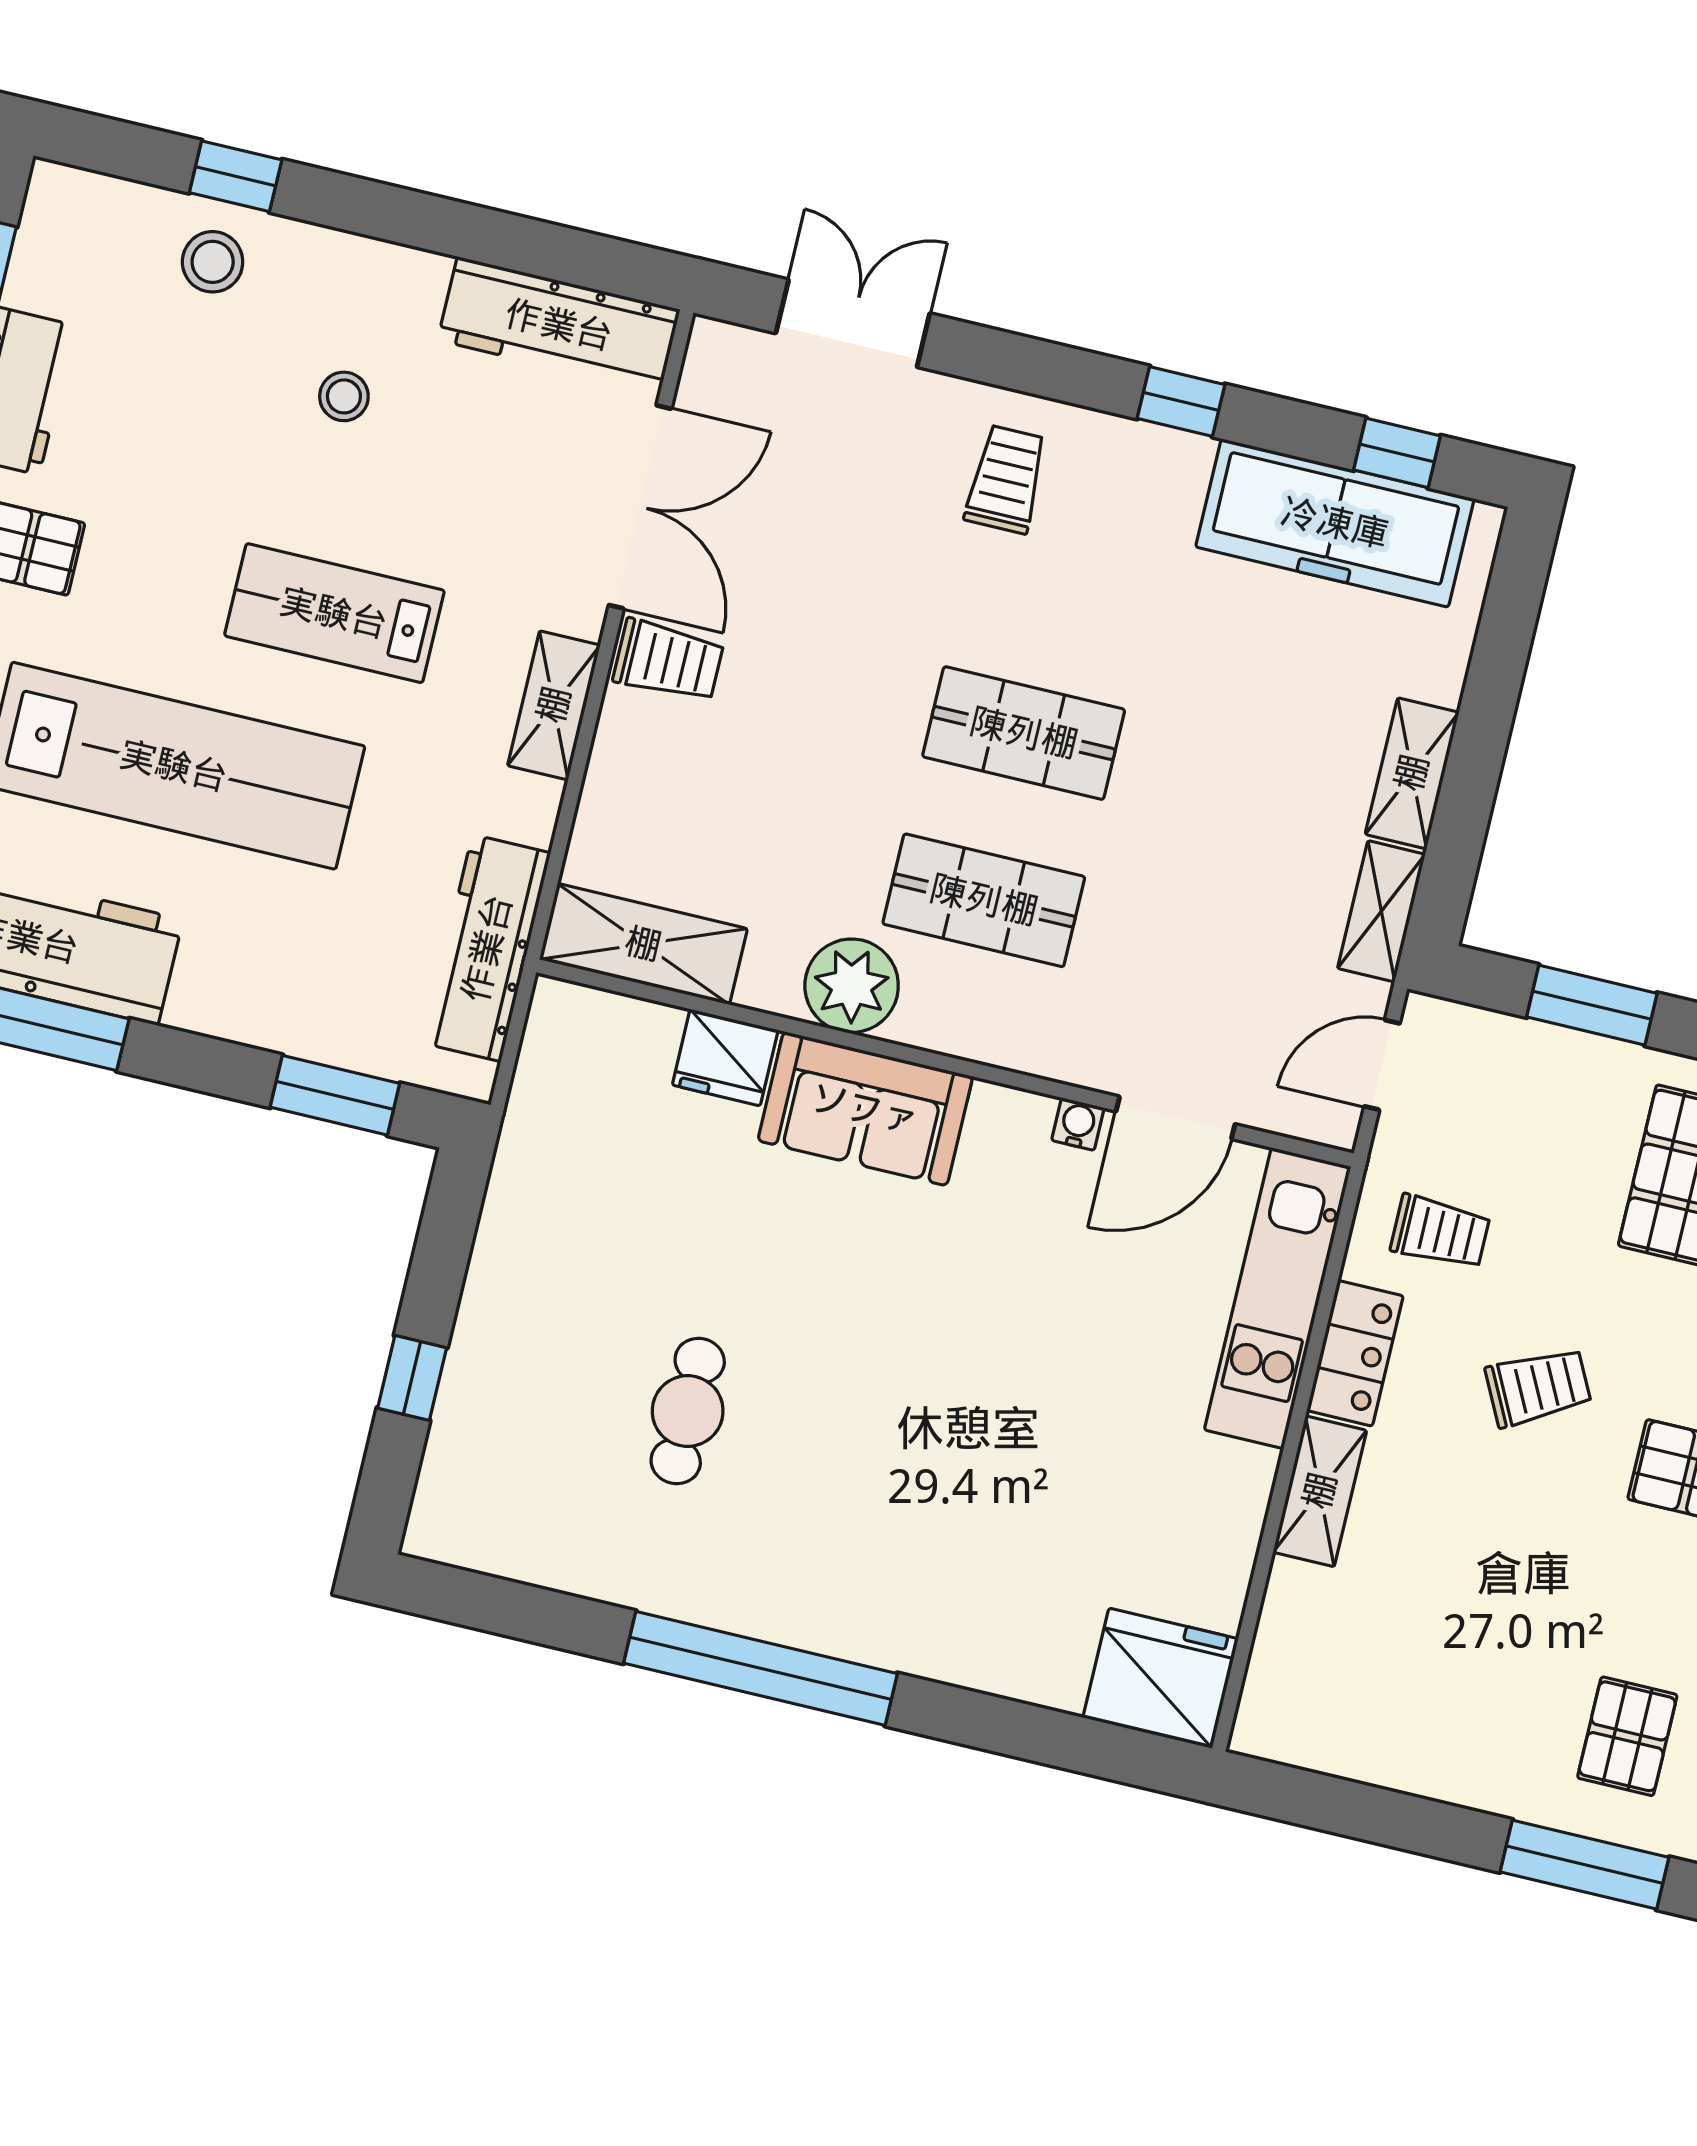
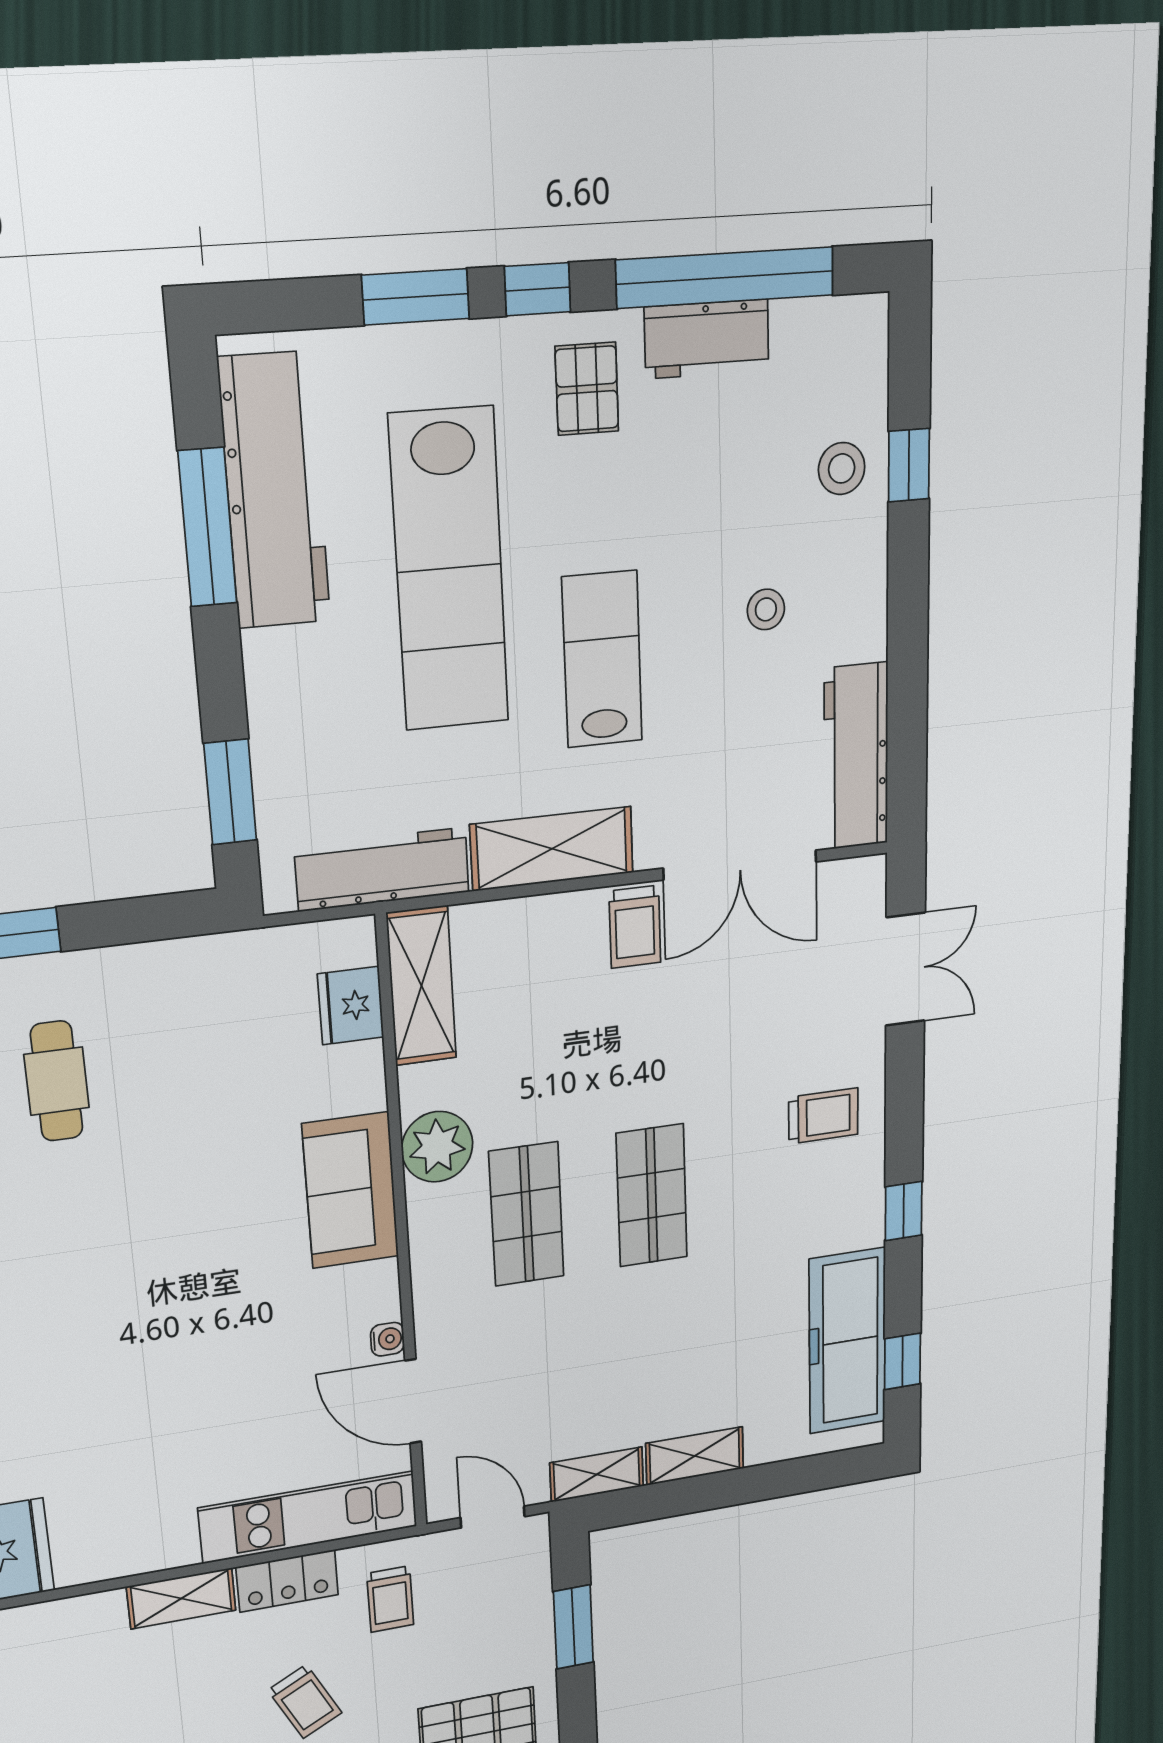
shelving: (554, 705) -> (552, 849), width x1.50, depth x1.33
fridge: (725, 1058) -> (351, 1006), moved
cafe table: (688, 1411) -> (57, 1081), moved, turned 90

